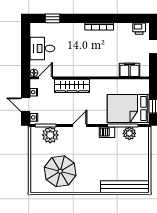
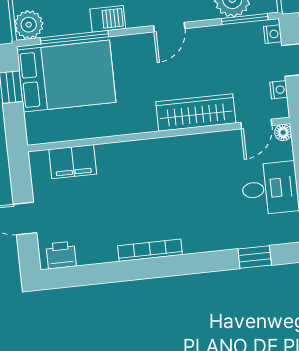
plant: (129, 133) -> (29, 25), moved

